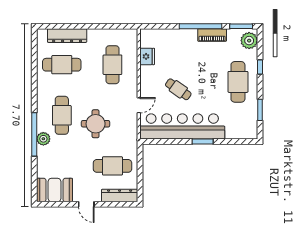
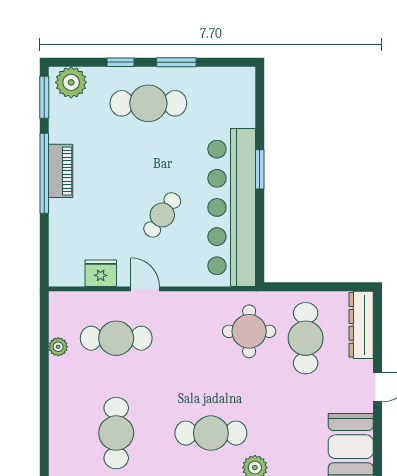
plant: (108, 34) -> (58, 347), added
piano: (212, 35) -> (61, 171), moved
dresser: (67, 36) -> (62, 423), removed
door: (139, 105) -> (145, 289), moved
window: (260, 110) -> (176, 62), moved
round table: (96, 124) -> (249, 331), moved

